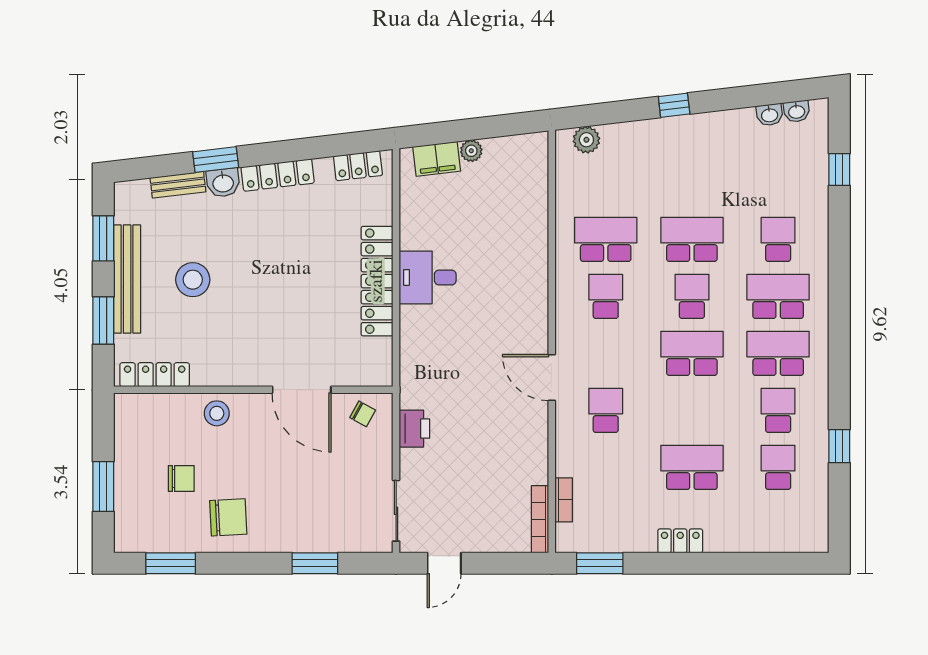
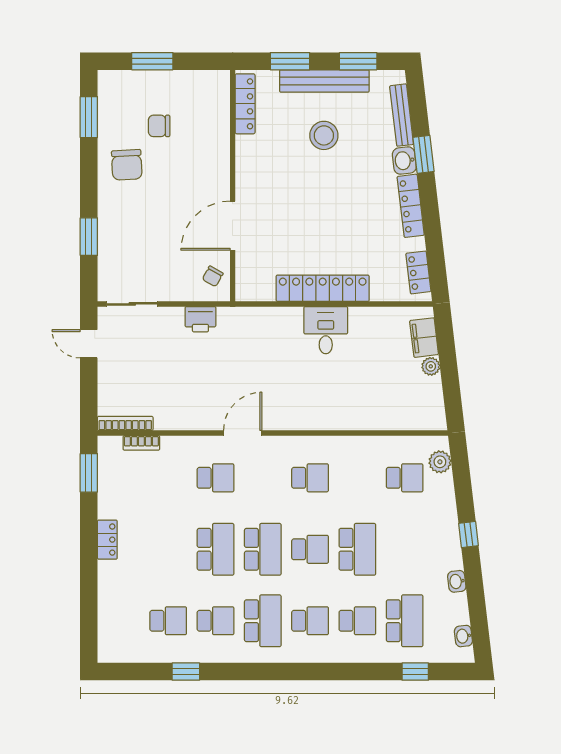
washbasin: (770, 115) -> (457, 581), moved
school desk: (778, 182) -> (405, 621), added
bench: (178, 185) -> (402, 115), width x1.36
school desk: (606, 239) -> (405, 478), moved, width x0.54
school desk: (778, 296) -> (310, 621), width x0.54
stool: (217, 413) -> (213, 155), removed
school desk: (692, 467) -> (215, 549), moved
chair: (181, 478) -> (159, 126), turned 90

